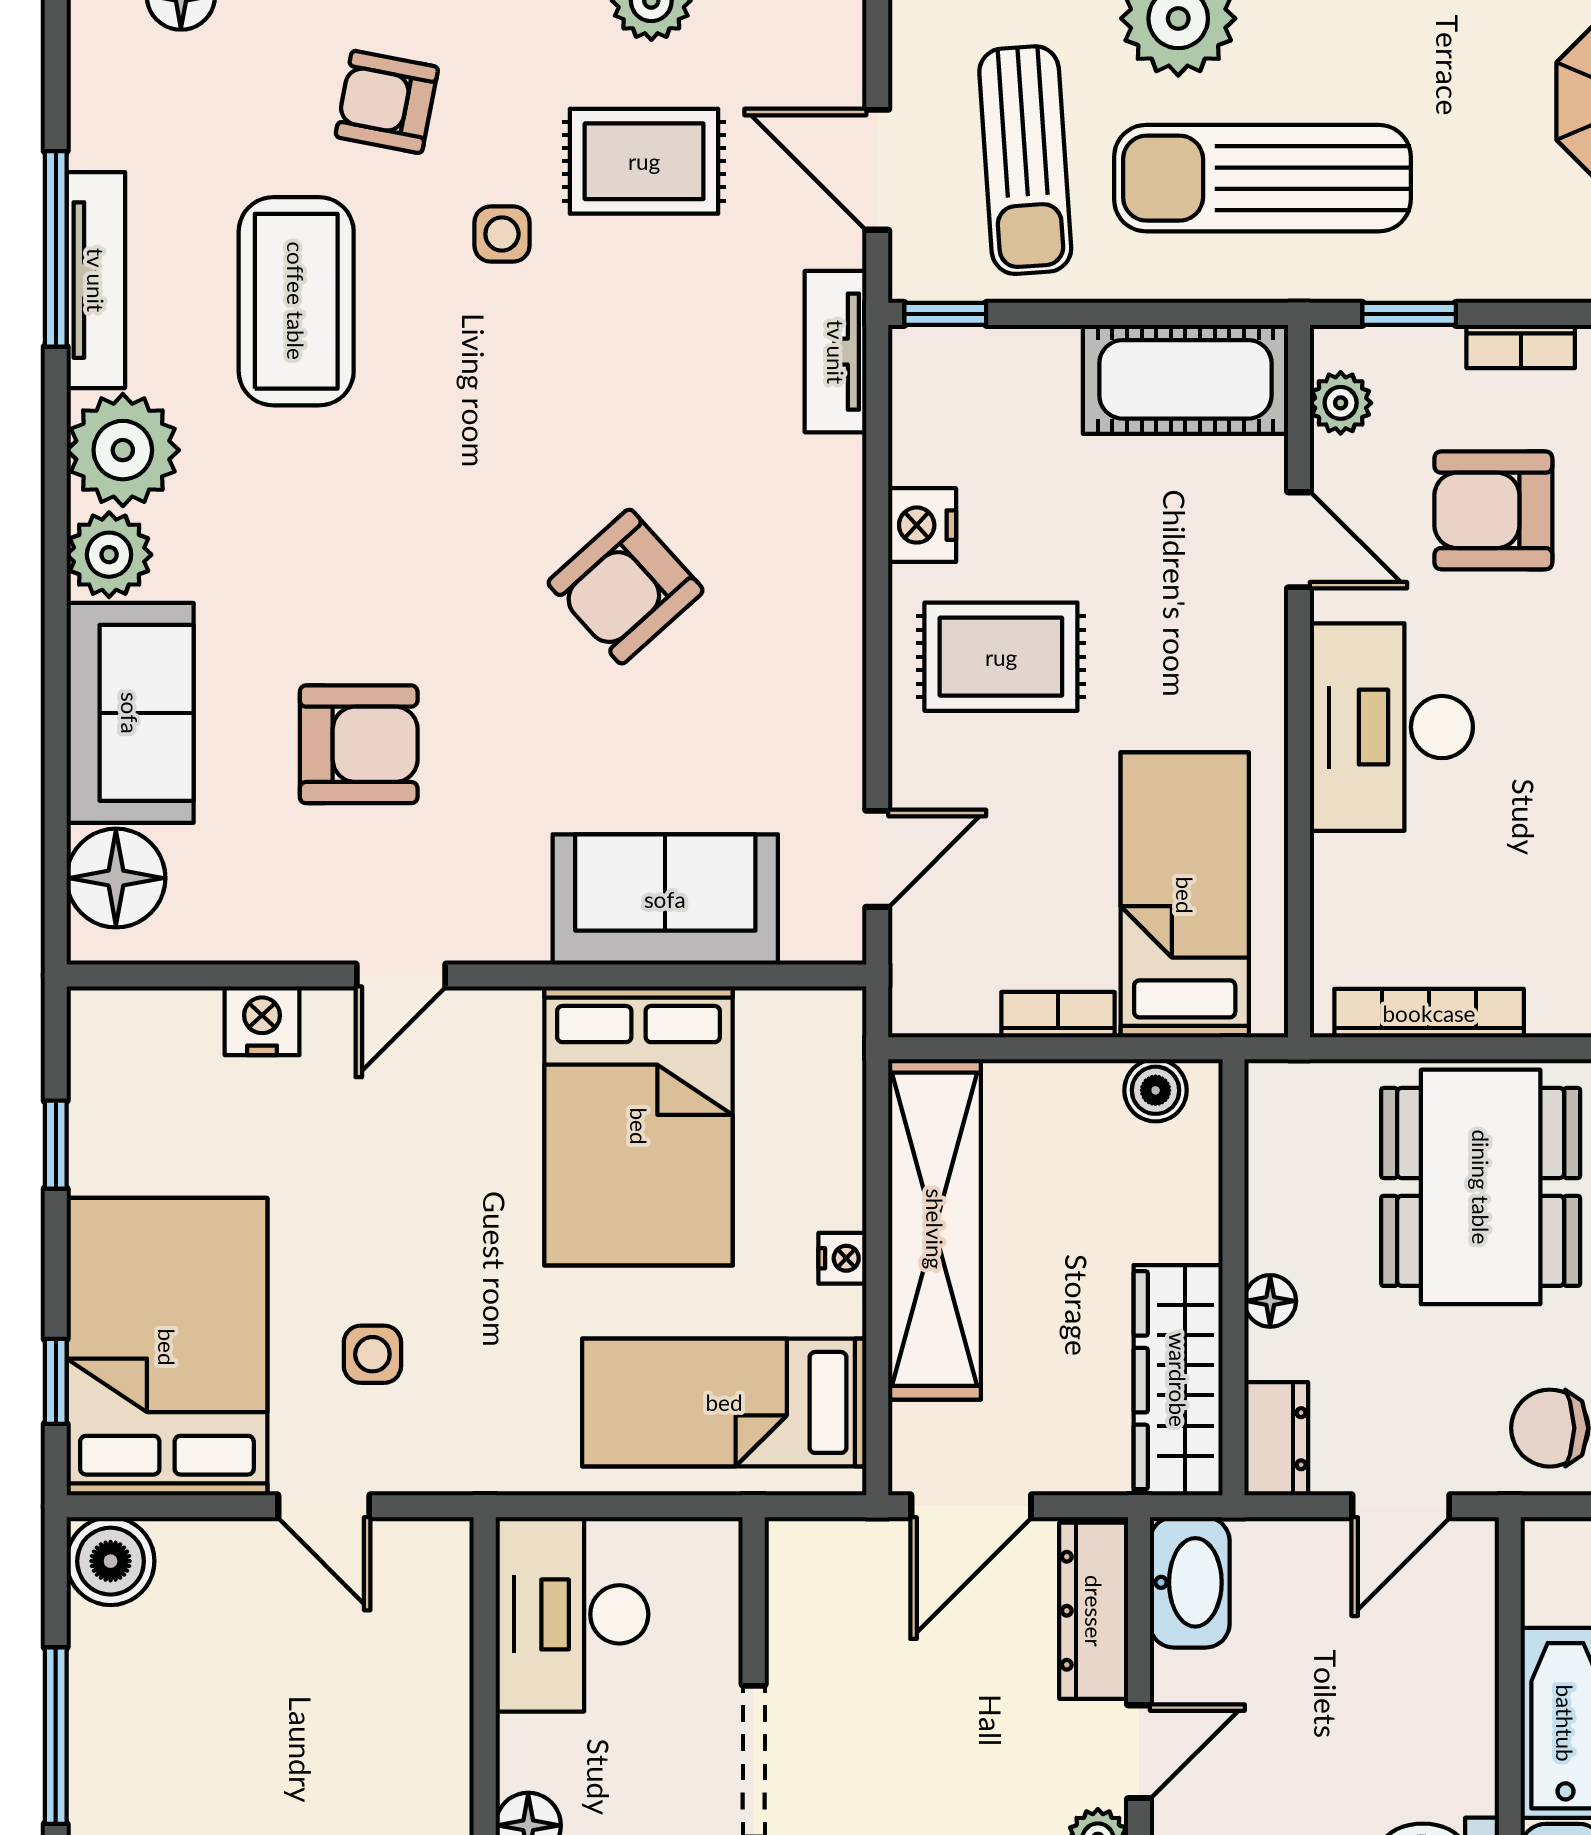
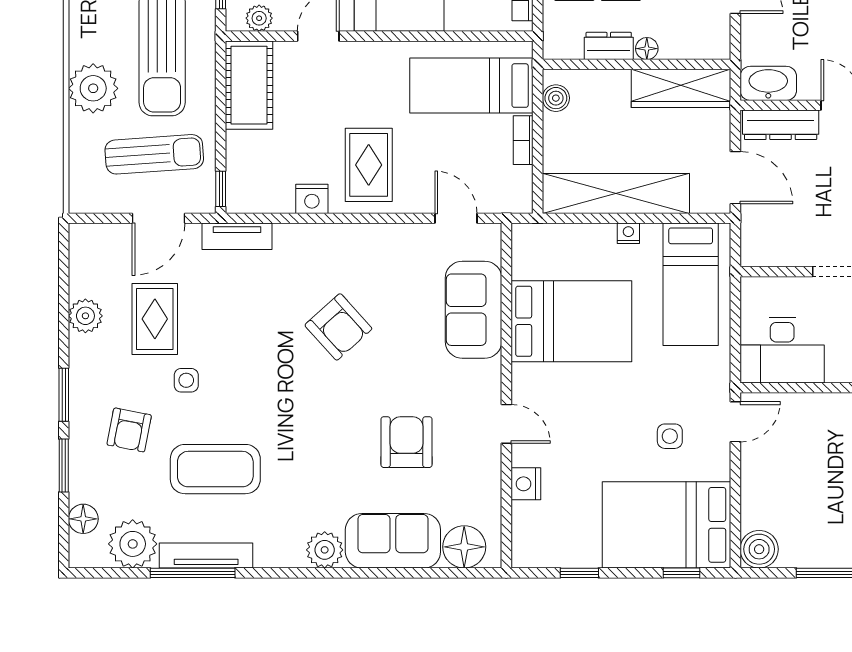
plant: (123, 450) -> (133, 544), moved
dresser: (1276, 1439) -> (609, 46), moved
door: (324, 1506) -> (735, 422), moved

